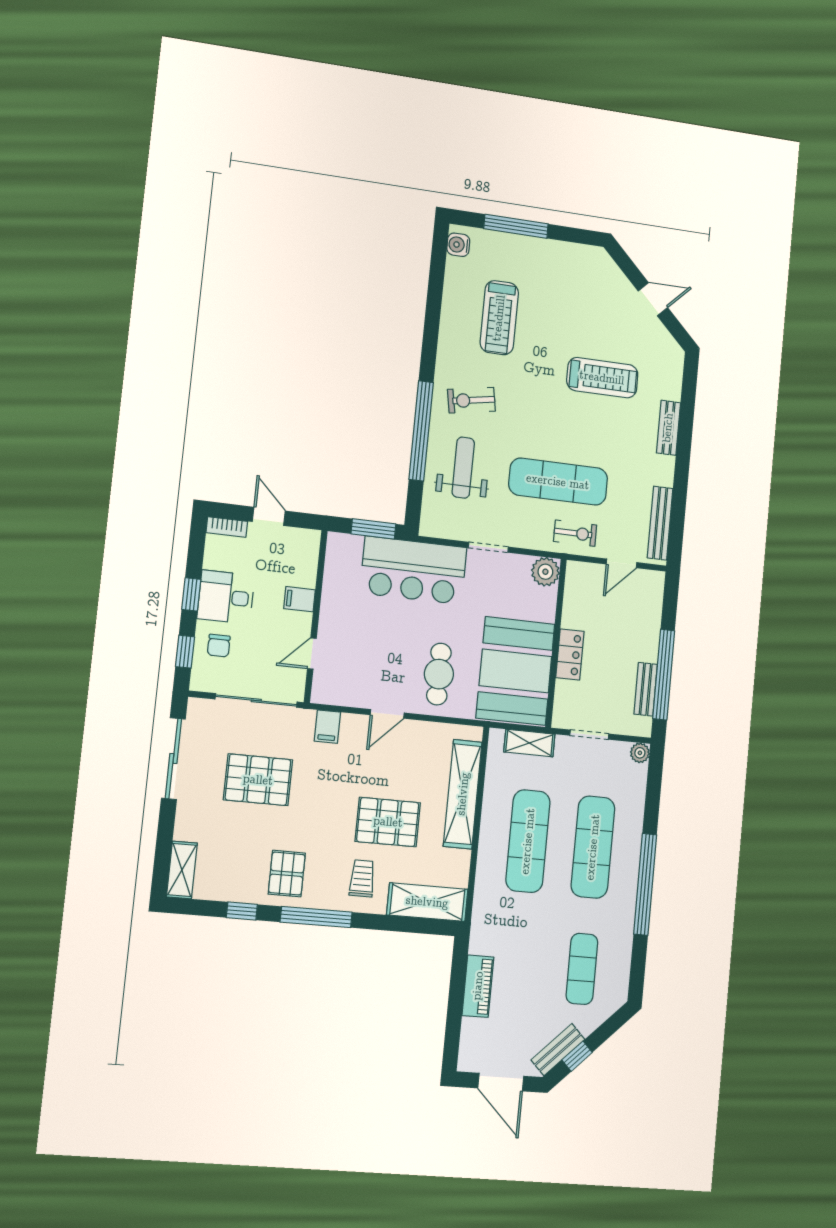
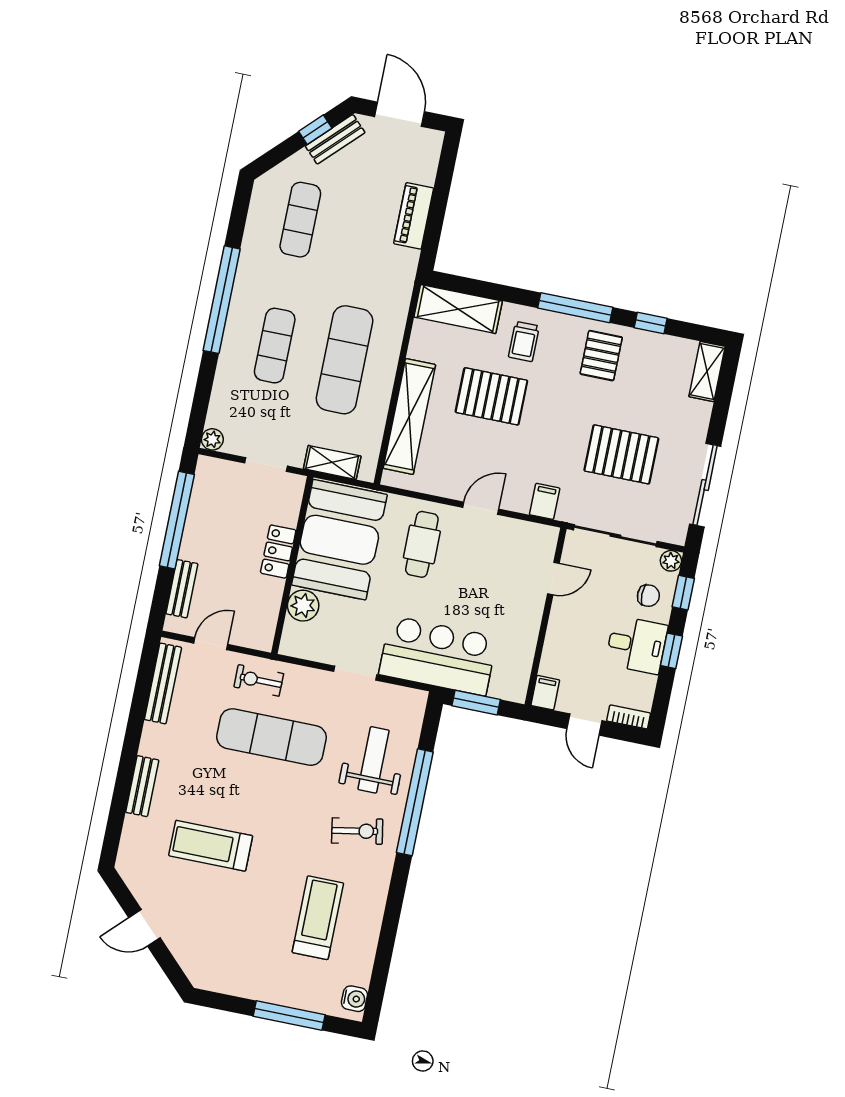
weight bench: (463, 468) -> (374, 760), turned 180
plant: (545, 572) -> (303, 606), moved
filing cabinet: (299, 599) -> (545, 693), moved, turned -90
chair: (219, 646) -> (648, 596), turned 90
plant: (200, 681) -> (671, 561), added
bench: (646, 689) -> (182, 589), moved
exercise mat: (593, 847) -> (275, 346), width x0.73, depth x0.69

